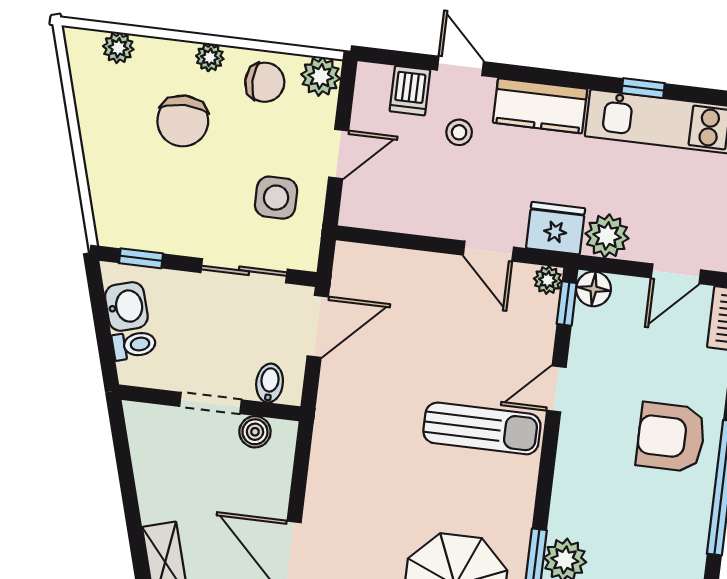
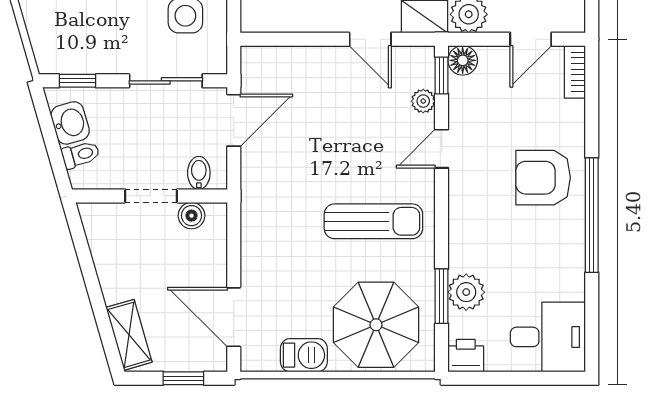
plant: (548, 280) -> (423, 101), moved
sun lounger: (482, 428) -> (373, 221), moved

